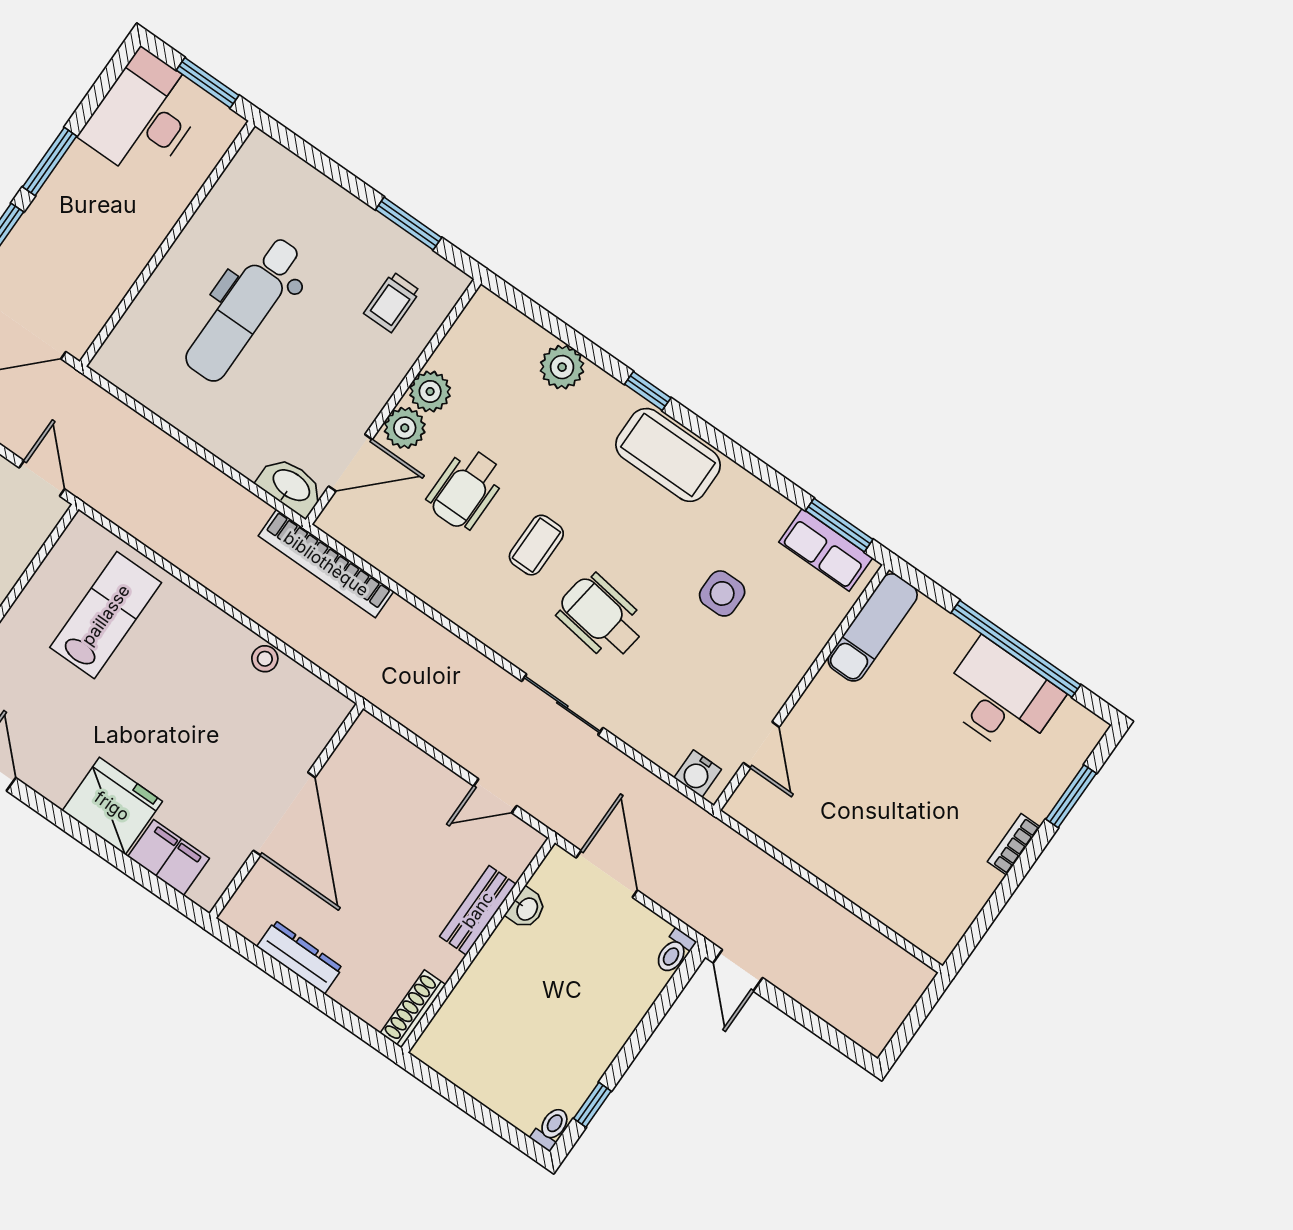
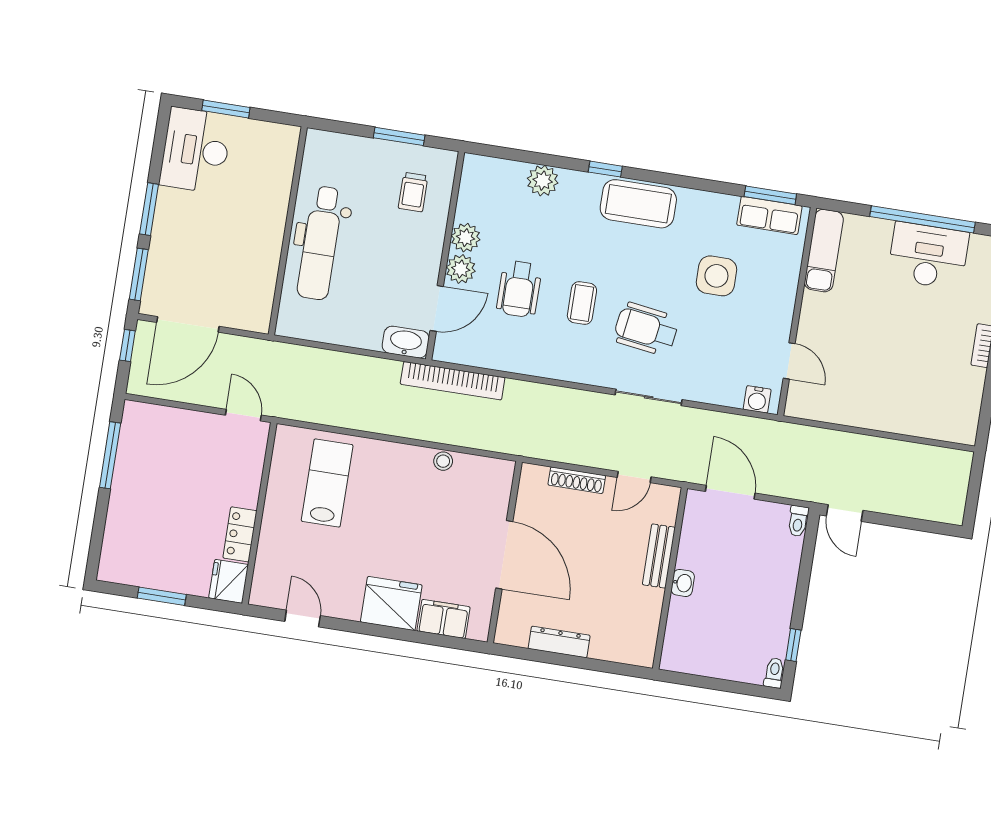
wall: (167, 244) -> (288, 231), moved
side table: (722, 593) -> (716, 276), width x1.37, depth x1.37
washbasin: (526, 909) -> (683, 583), moved
shoe rack: (413, 1009) -> (577, 480), moved, turned -90

